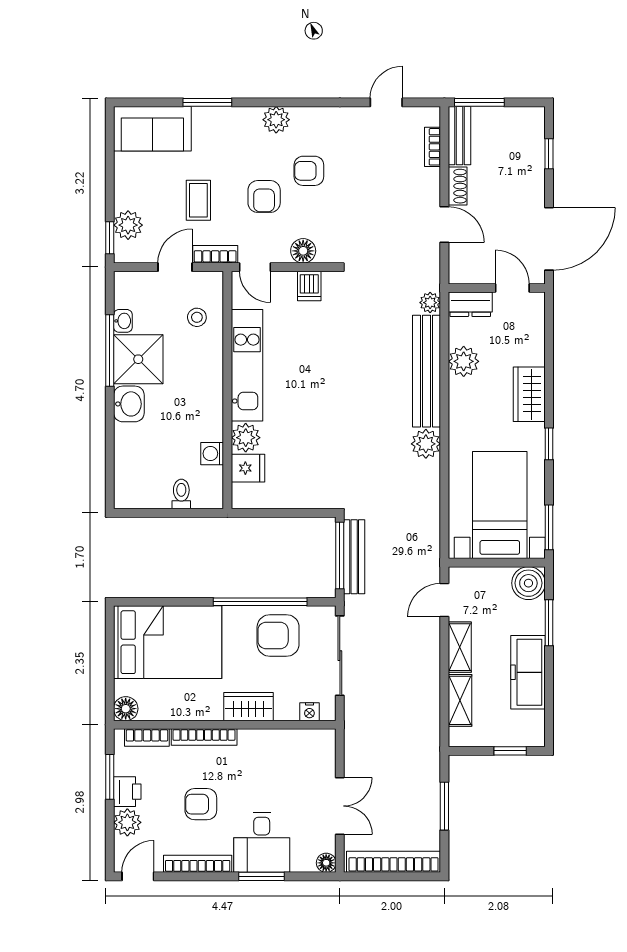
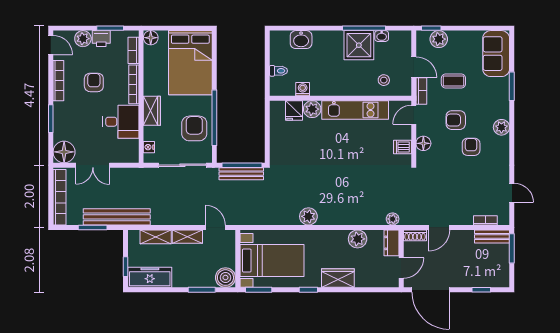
shoe rack: (458, 186) -> (415, 235), moved
bench: (427, 371) -> (117, 217), moved
washbasin: (129, 404) -> (301, 40), moved
freezer: (528, 672) -> (150, 277), moved
desk: (262, 842) -> (121, 122), moved, turned 180
floor lamp: (326, 863) -> (64, 152), width x1.89, depth x1.89

